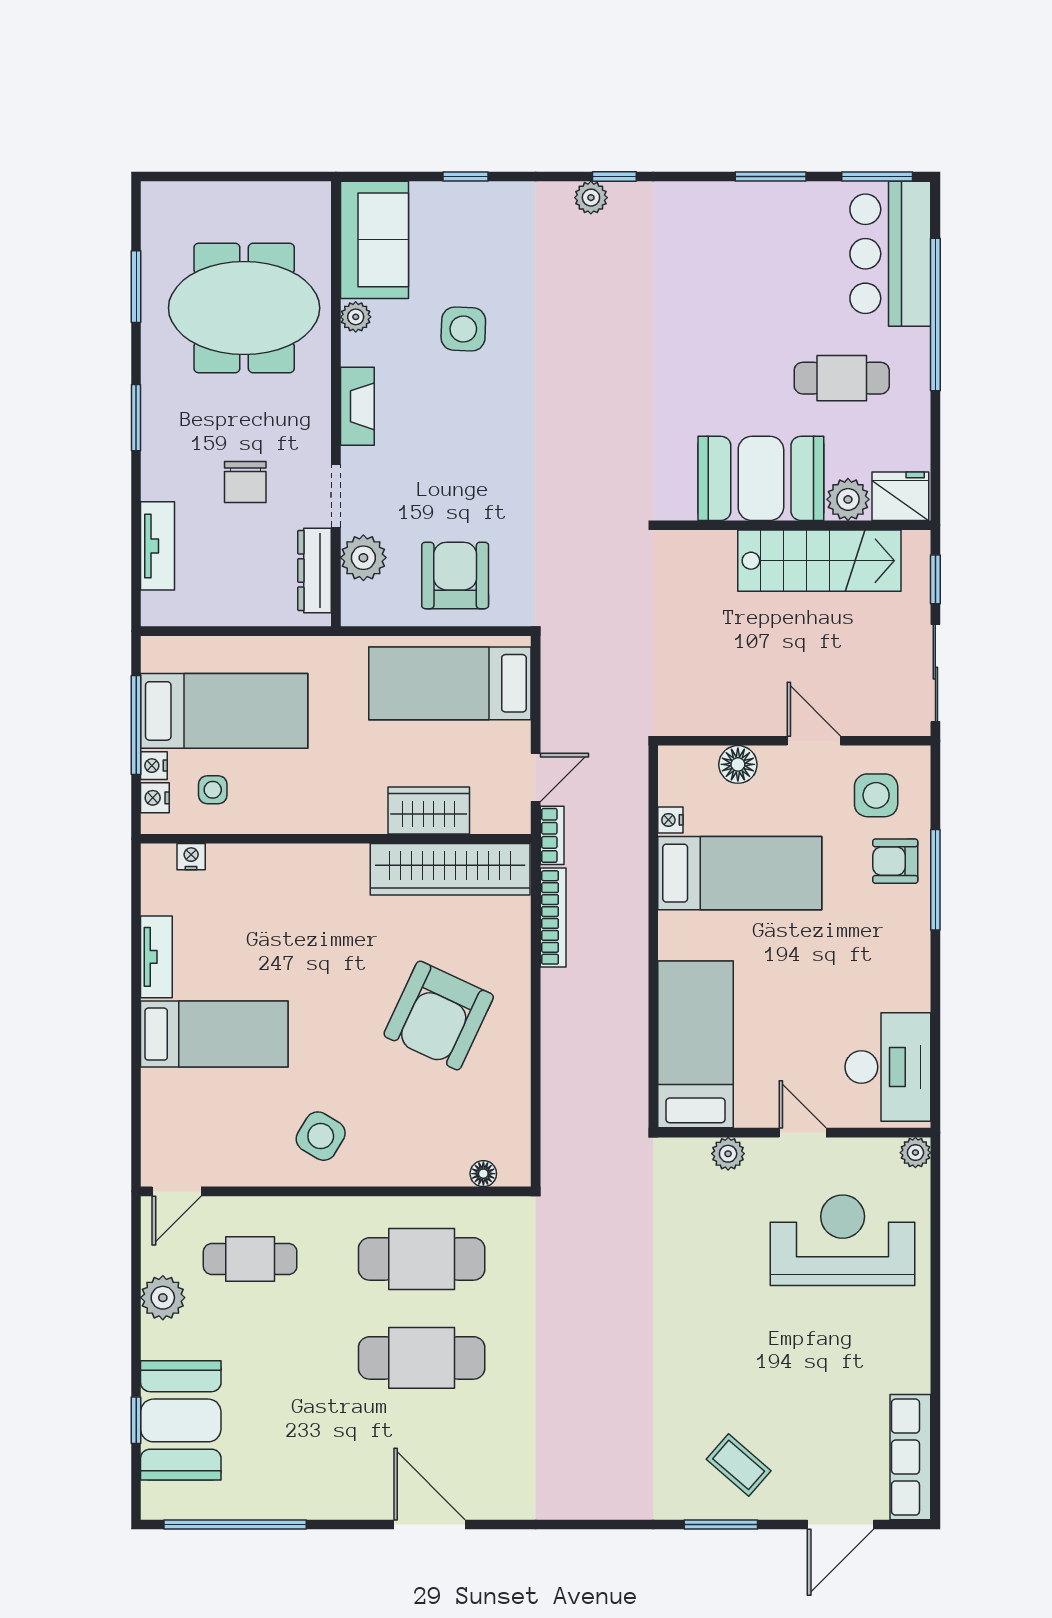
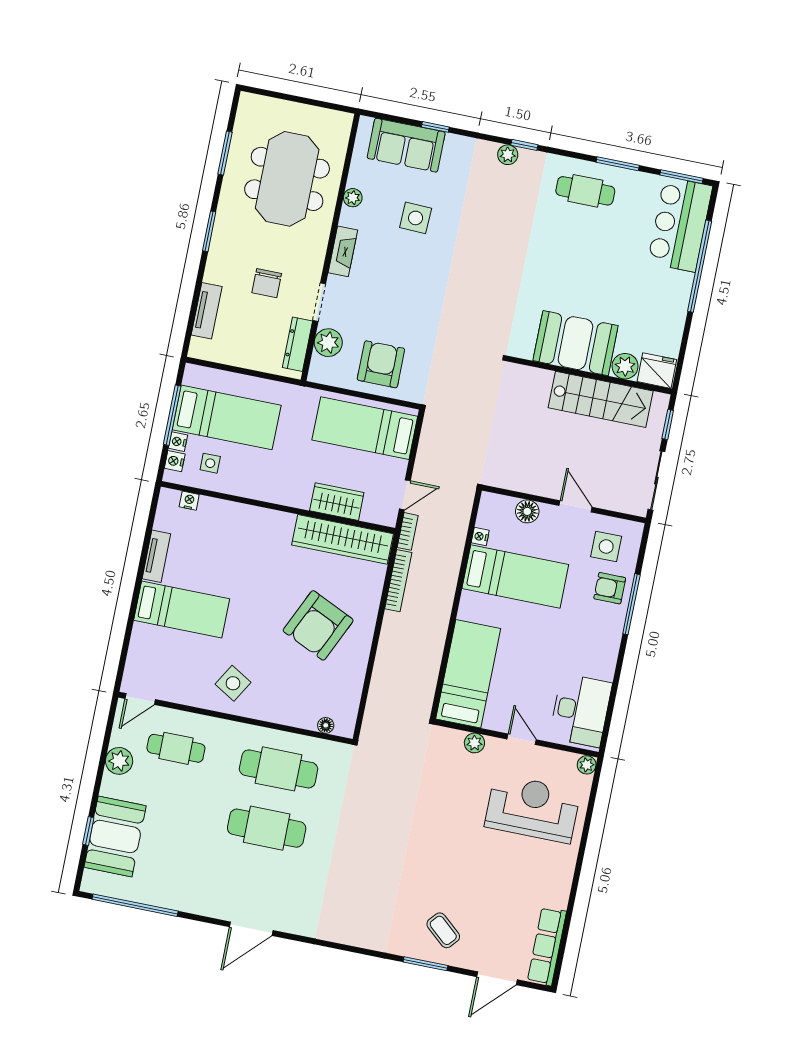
sofa: (374, 240) -> (406, 145), moved, turned 90
meeting table: (244, 308) -> (287, 179), turned 90
cafe table: (842, 378) -> (585, 191), moved
door: (430, 1524) -> (251, 929), swing flipped

